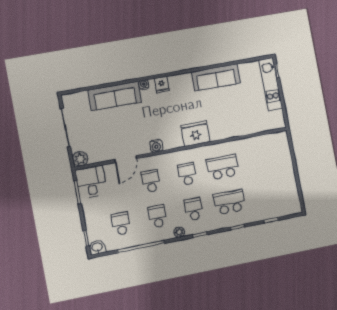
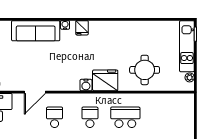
sofa: (216, 77) -> (135, 30), removed
plant: (279, 115) -> (190, 77), added
round table: (233, 116) -> (145, 70), added
water cooler: (156, 146) -> (86, 85), moved

